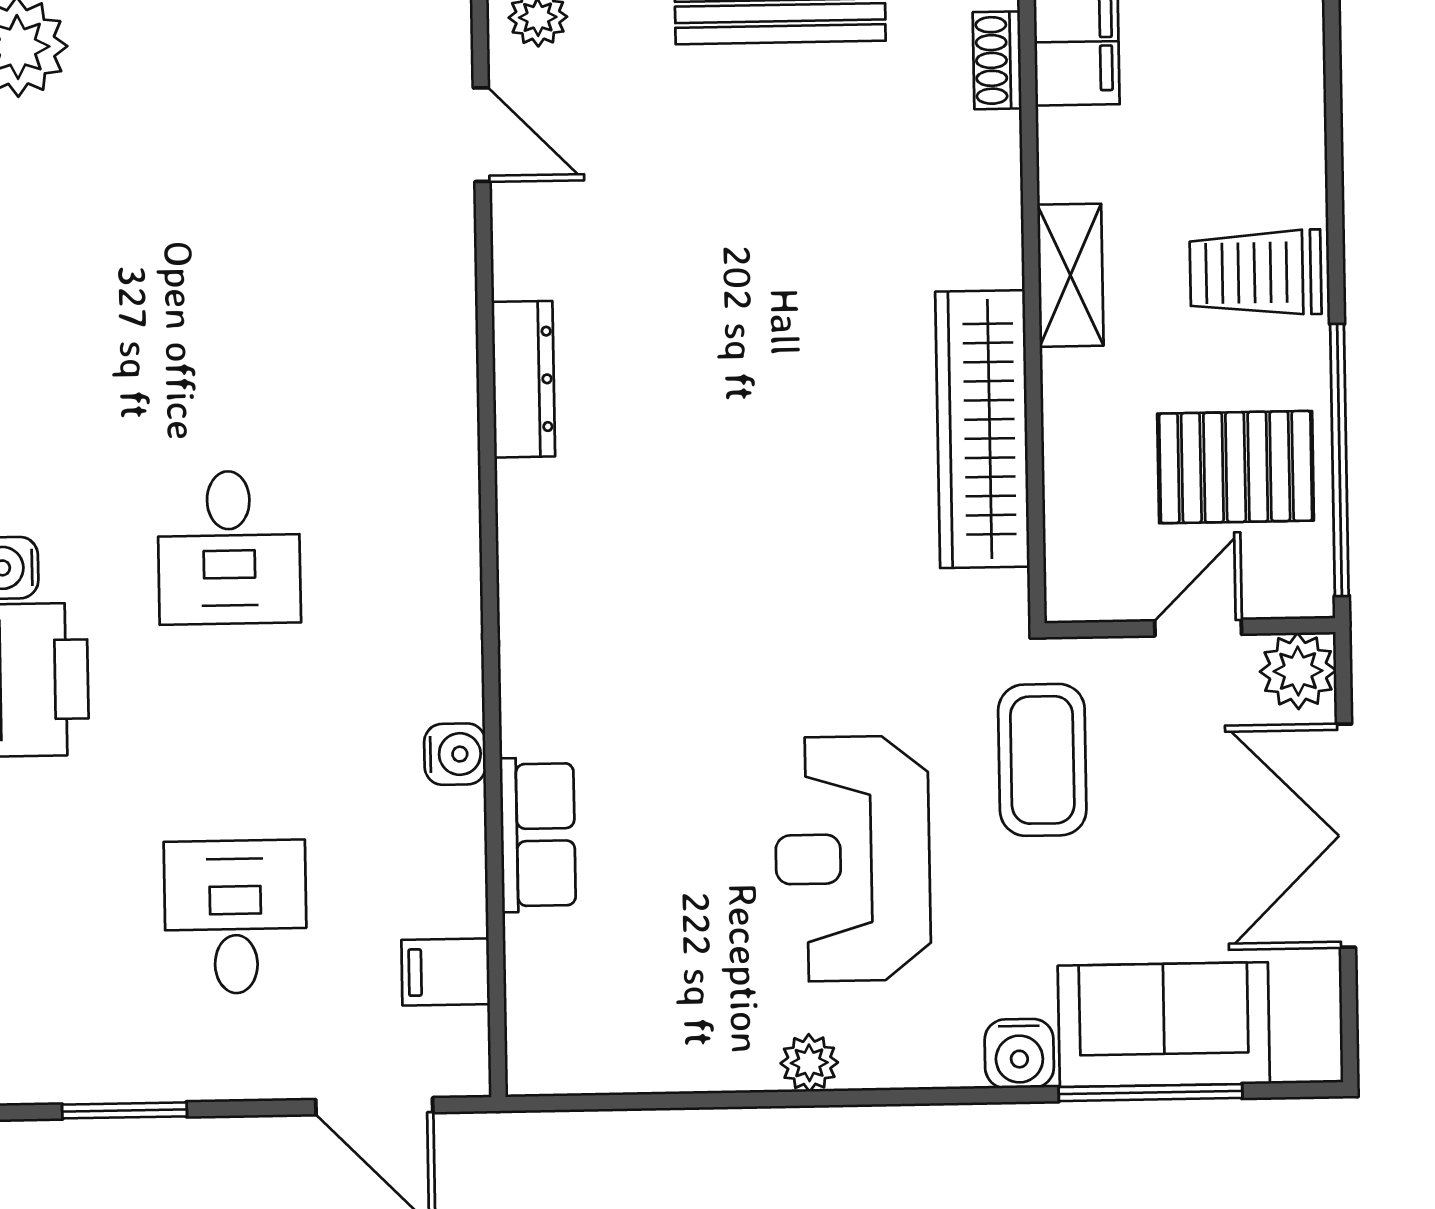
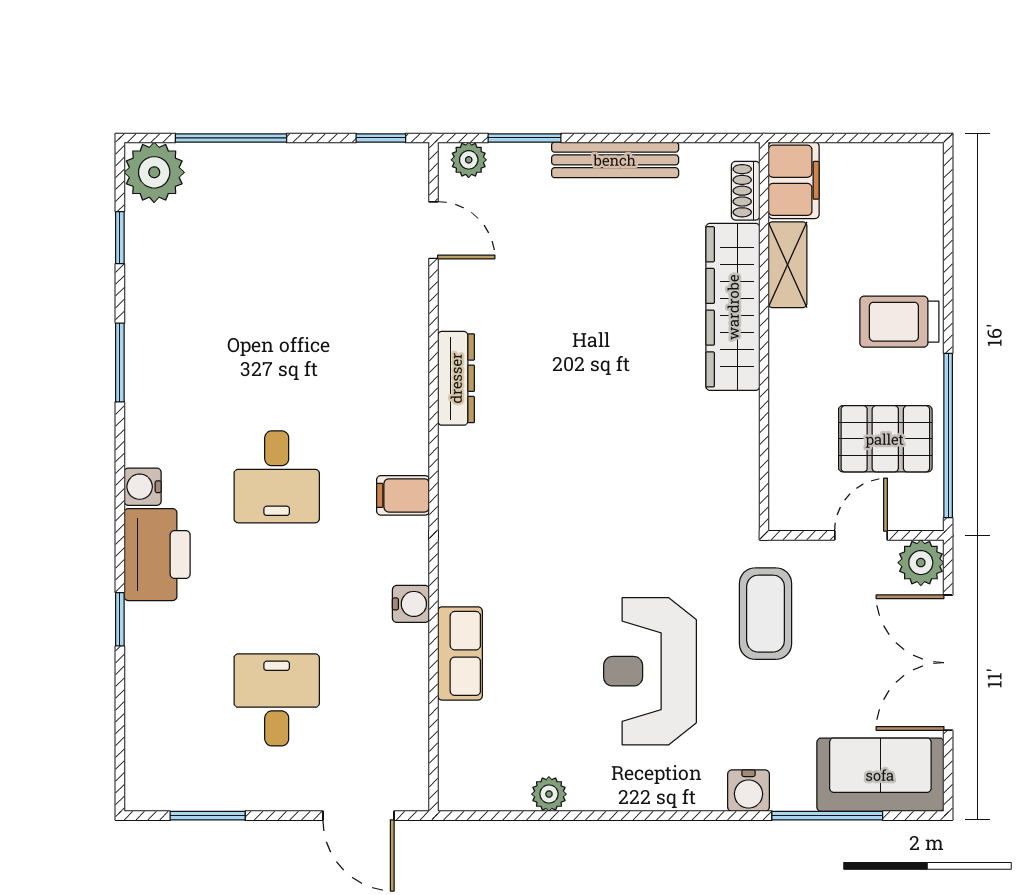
shelving: (1070, 275) -> (788, 265), moved
wardrobe: (982, 429) -> (733, 307), moved
filing cabinet: (446, 972) -> (403, 495), moved
sofa: (1164, 1025) -> (880, 775), moved
plant: (809, 1063) -> (549, 794), moved

